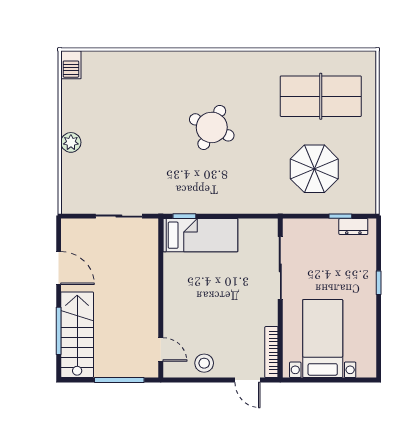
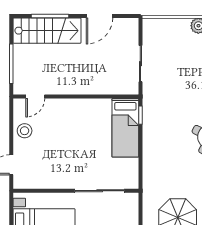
bookcase: (271, 352) -> (33, 184), removed

